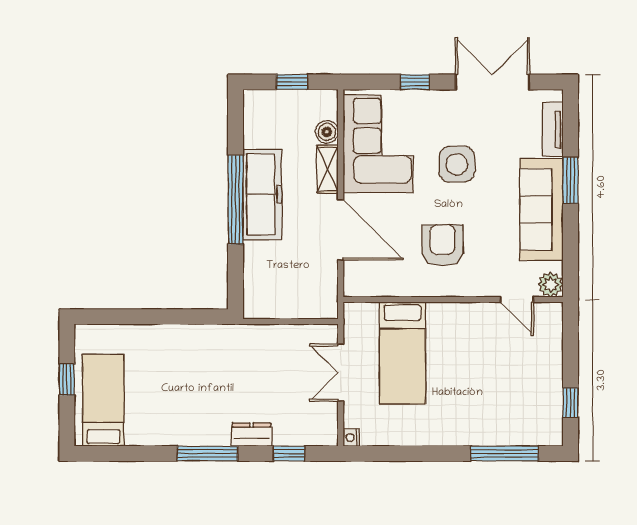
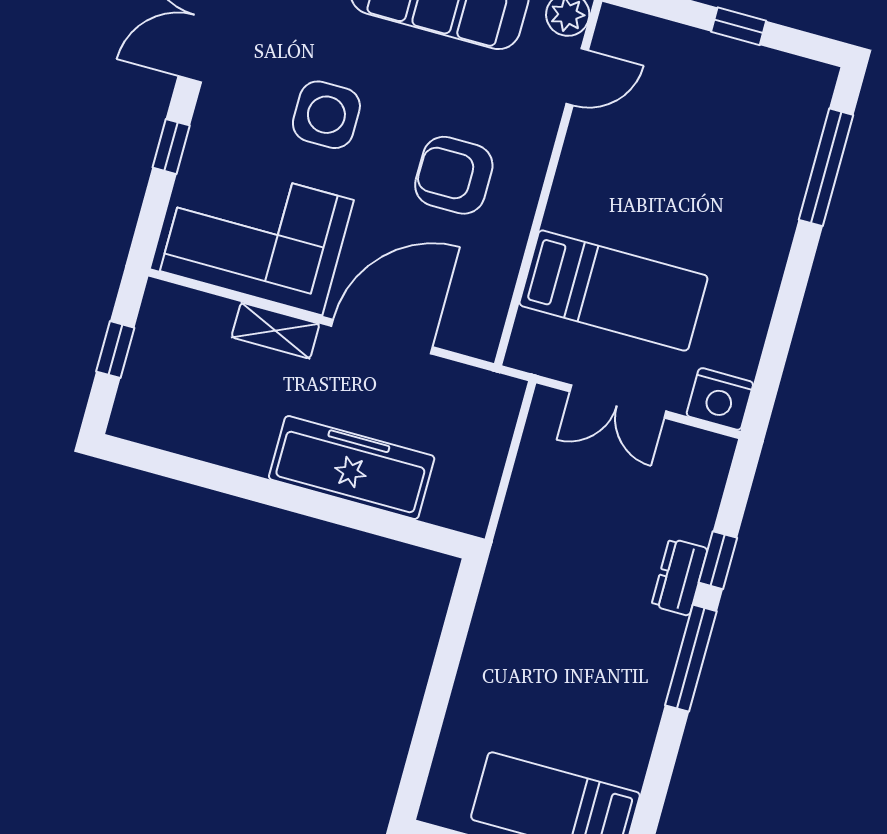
boiler: (327, 132) -> (214, 315), removed
freezer: (262, 194) -> (352, 468), moved
window: (236, 200) -> (284, 497), removed
window: (570, 403) -> (739, 26), moved
nightstand: (351, 437) -> (720, 399), width x1.89, depth x1.79
window: (289, 453) -> (718, 560), moved

